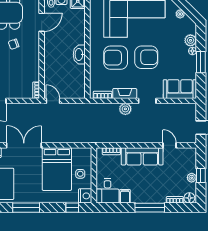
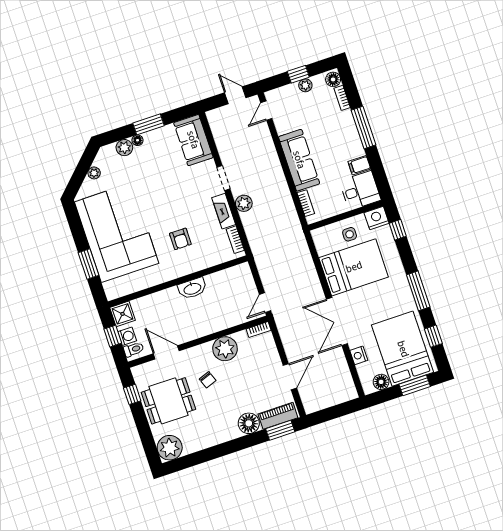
armchair: (146, 57) -> (166, 199), removed
armchair: (116, 58) -> (180, 239), width x0.53, depth x0.53
plant: (31, 63) -> (225, 349), added
door: (170, 145) -> (266, 111), moved

